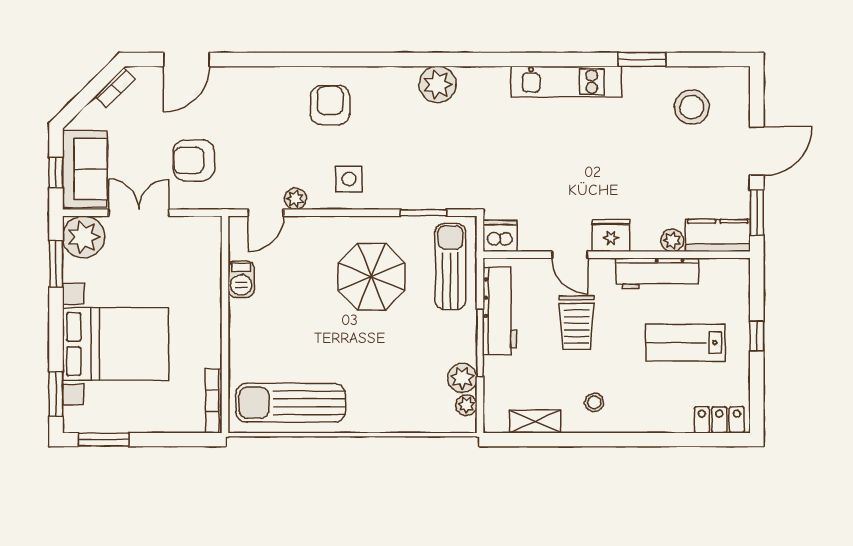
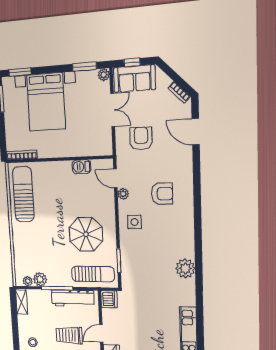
armchair: (330, 105) -> (162, 194), moved
plant: (84, 237) -> (104, 75), width x0.53, depth x0.53
shelving: (535, 422) -> (22, 302), moved

